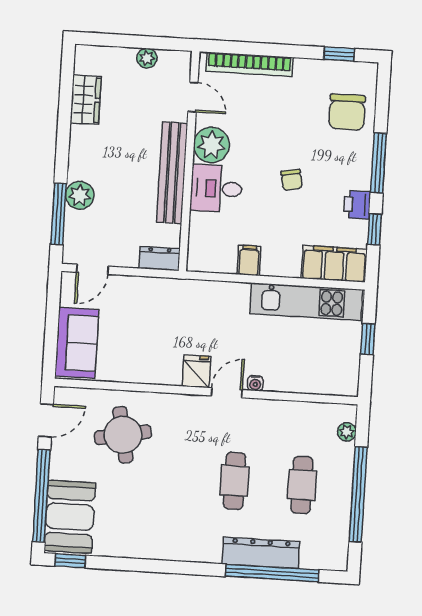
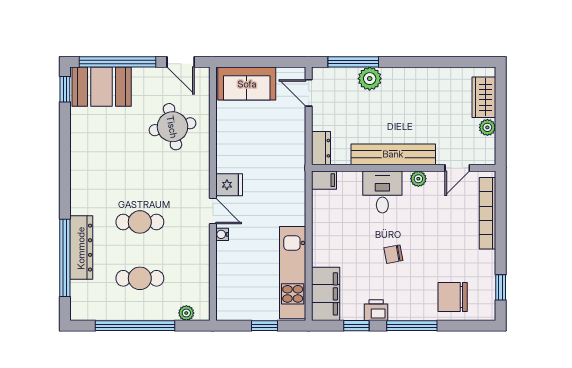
wardrobe: (86, 100) -> (484, 97), moved, turned 90
plant: (211, 145) -> (418, 179), width x0.53, depth x0.53
filing cabinet: (249, 260) -> (324, 180), moved

